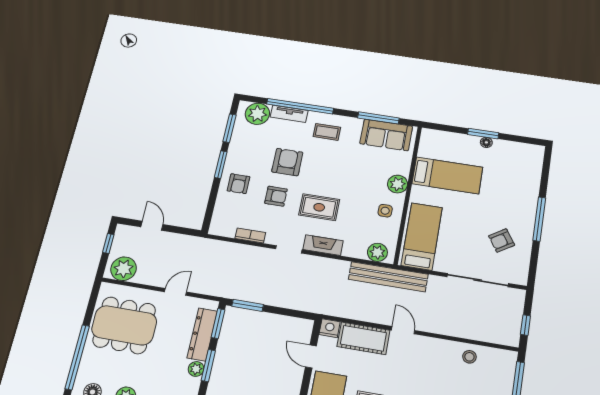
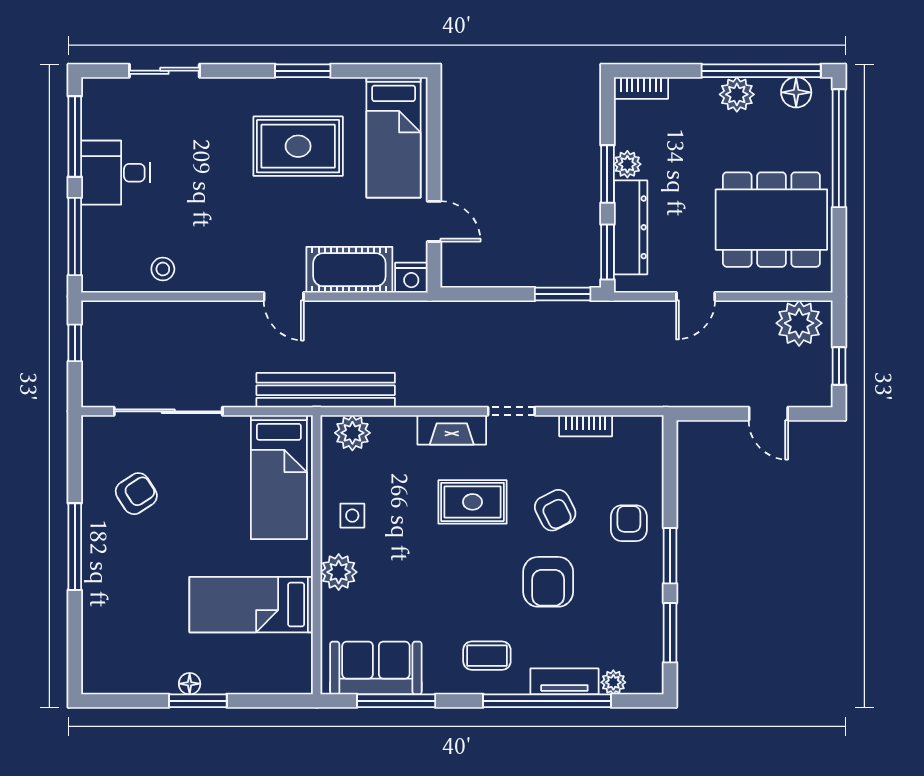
plant: (257, 114) -> (613, 682), width x0.53, depth x0.53
armchair: (276, 196) -> (555, 510), turned -117

